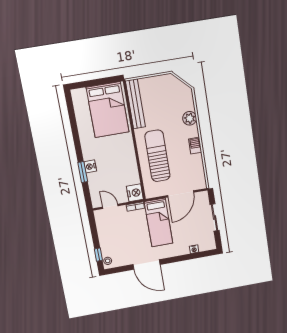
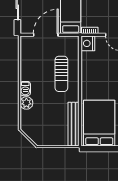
barbecue: (195, 146) -> (25, 89), moved
sun lounger: (157, 156) -> (61, 74), width x0.73, depth x0.75

